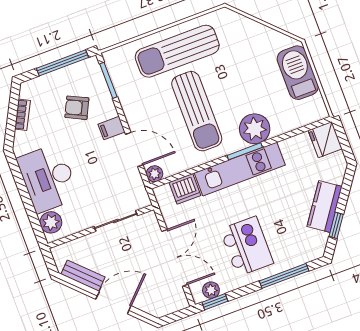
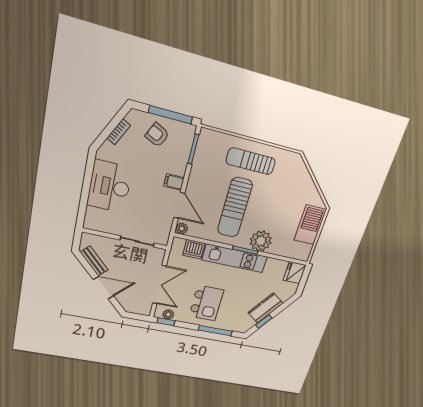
sun lounger: (177, 51) -> (251, 161), width x0.73, depth x0.75
armchair: (77, 108) -> (157, 135), moved
plant: (51, 222) -> (93, 216), removed

